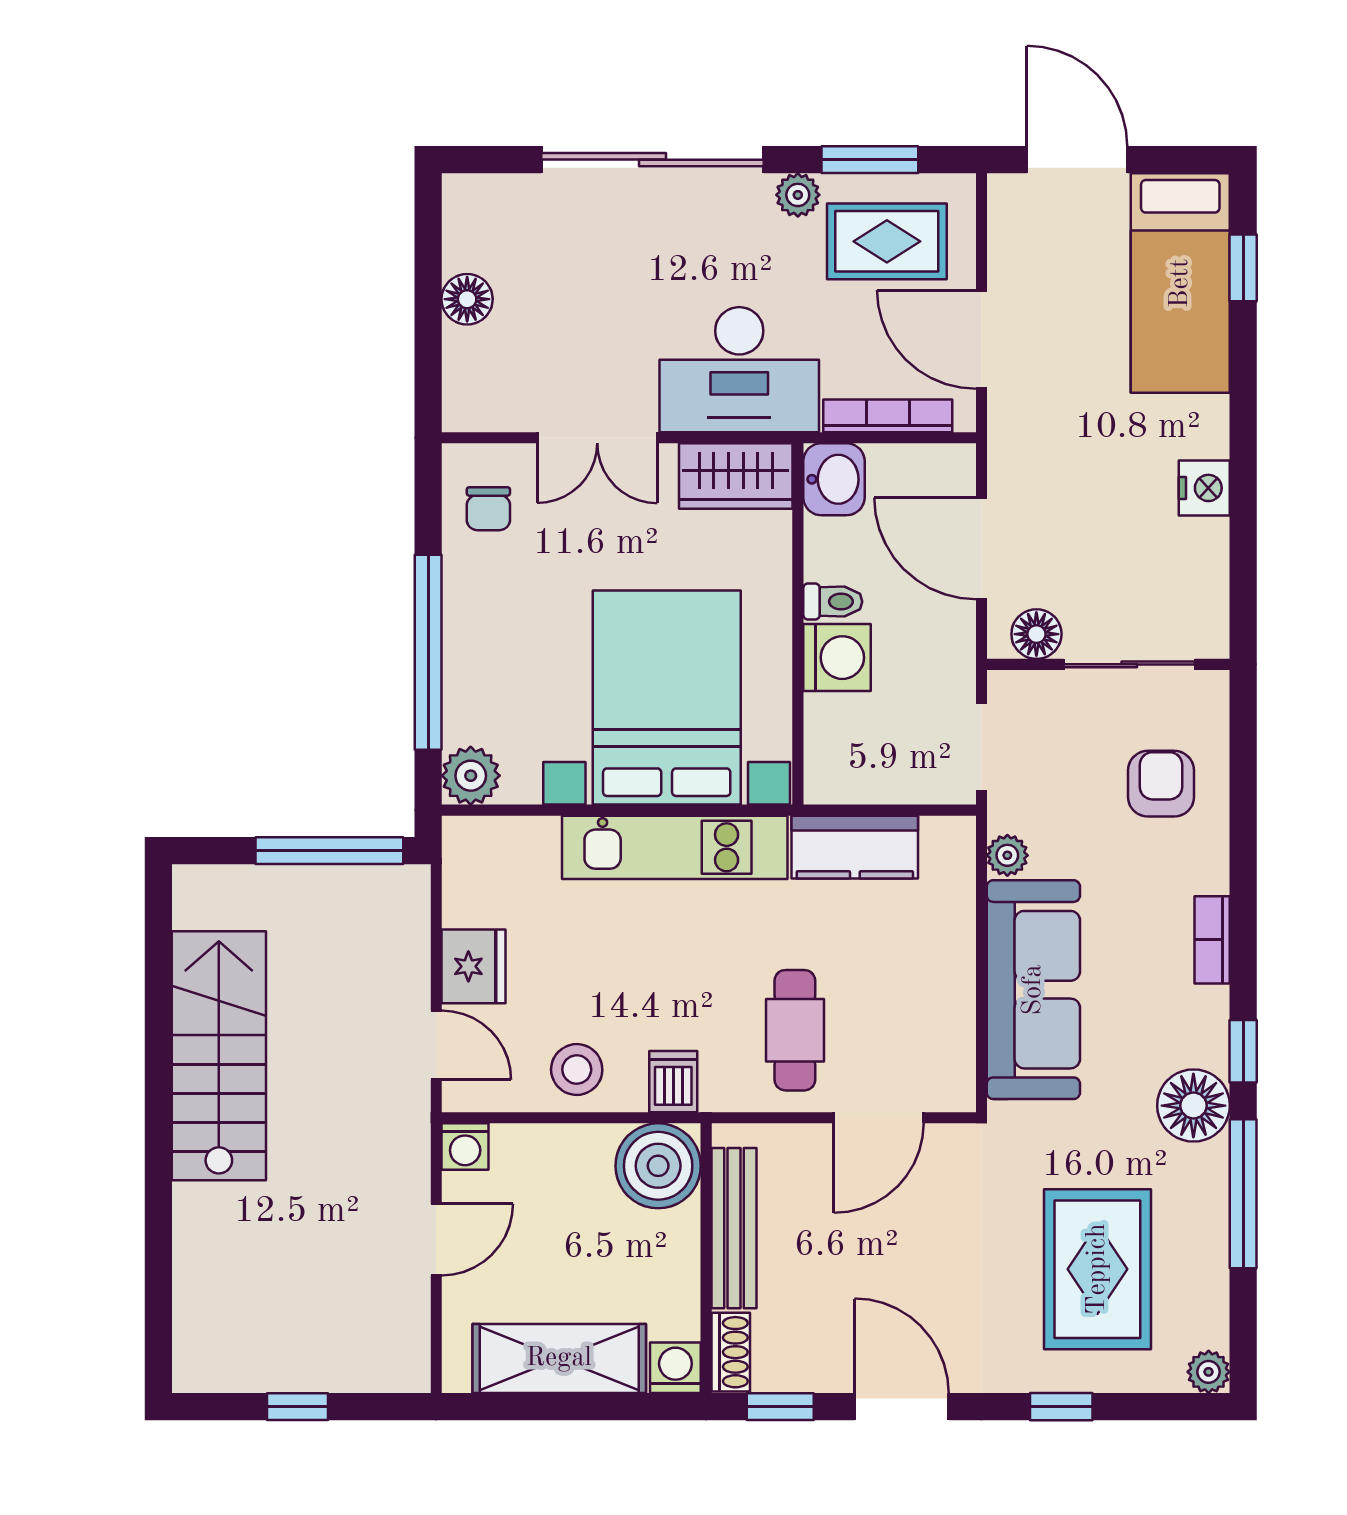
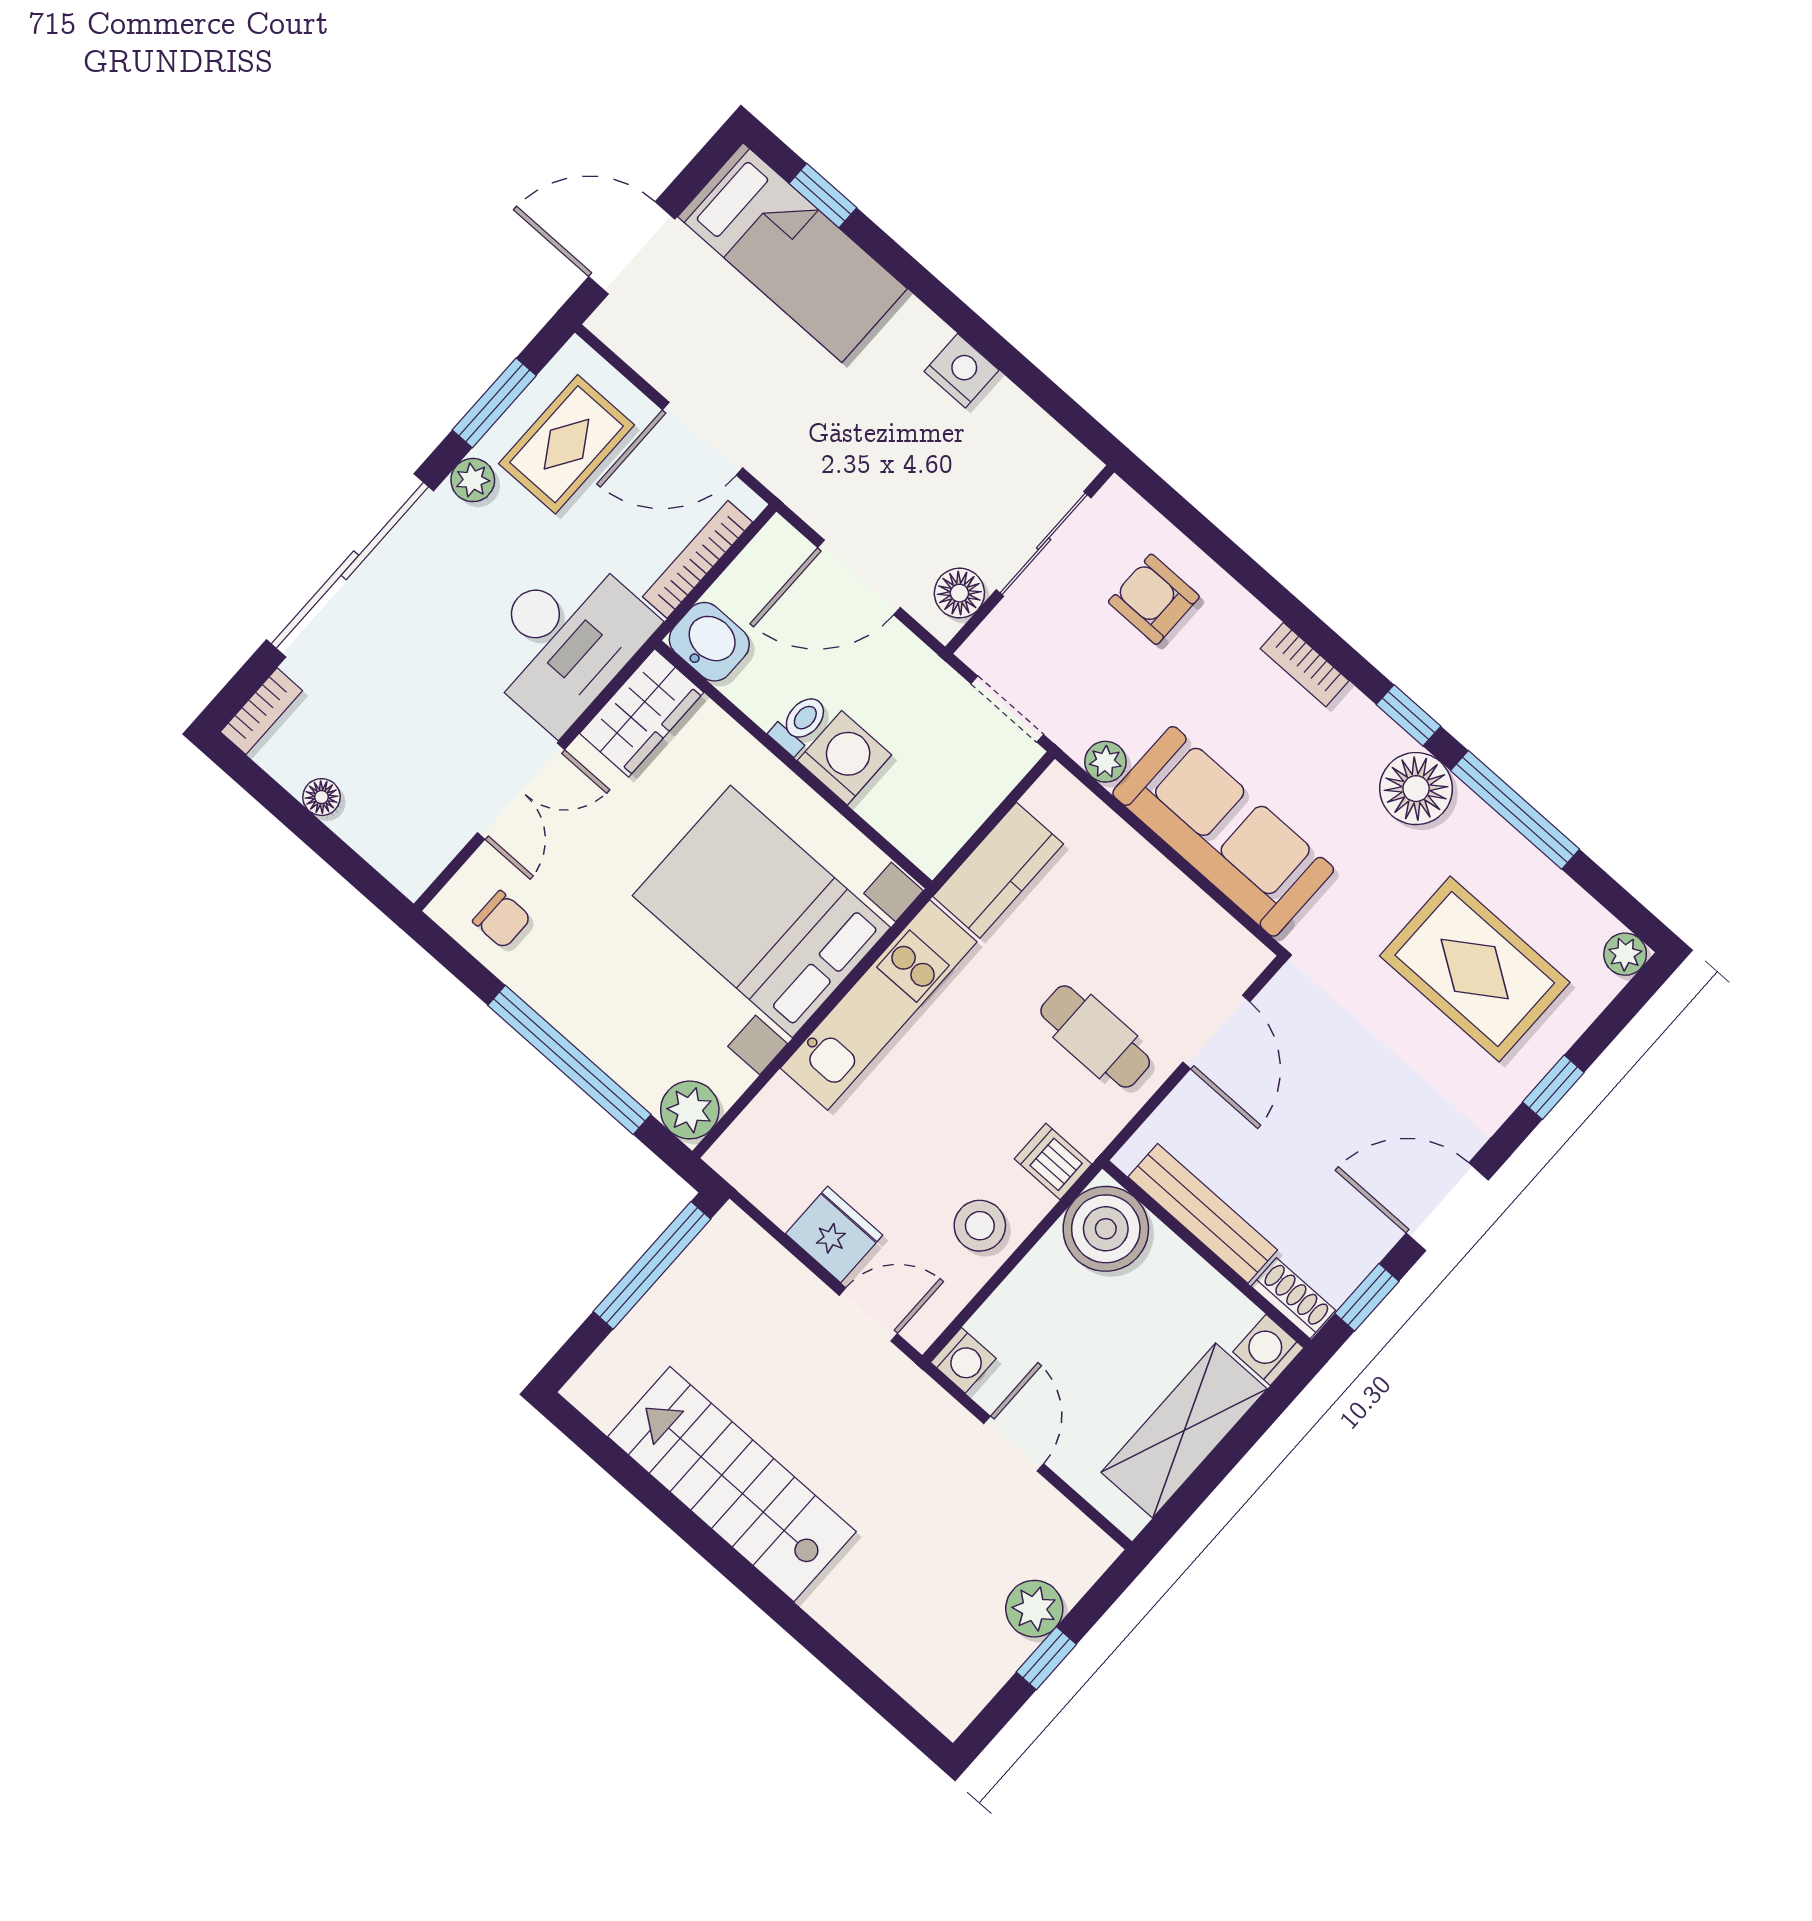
bookcase: (485, 190) -> (261, 711), added
floor lamp: (467, 299) -> (321, 797), width x0.73, depth x0.73
plant: (326, 1365) -> (1034, 1609), added

